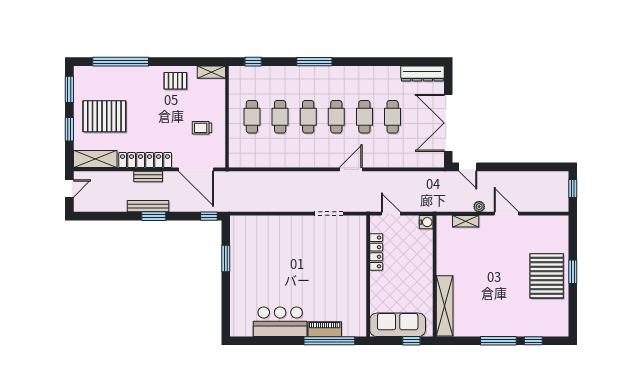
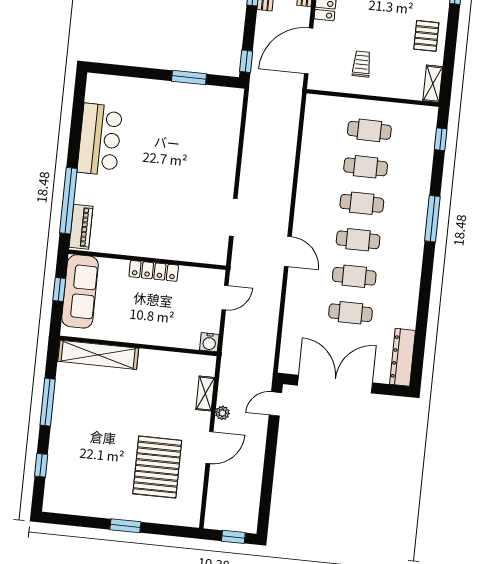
locker: (376, 252) -> (154, 271), moved
pallet: (547, 276) -> (157, 467), moved, turned 90
piano: (325, 329) -> (81, 227), moved
window: (411, 341) -> (59, 290), moved
window: (498, 341) -> (48, 402), moved

